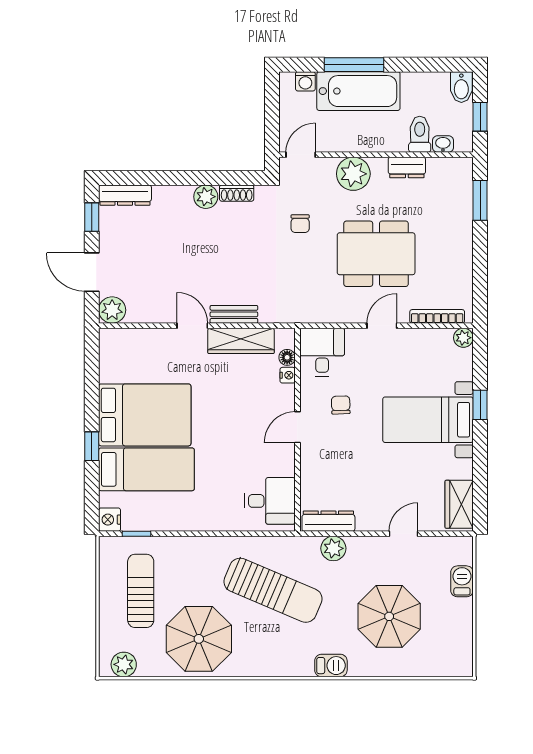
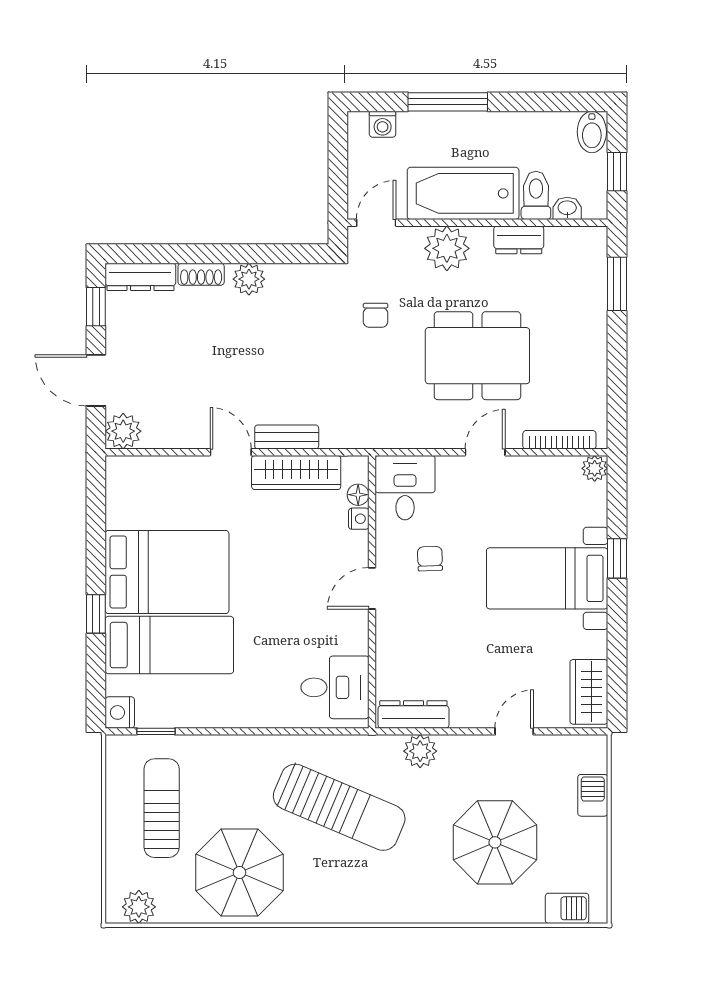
bathtub: (358, 91) -> (463, 193), moved, turned 180
shoe rack: (237, 193) -> (201, 274), moved
barbecue: (331, 666) -> (567, 908), moved

